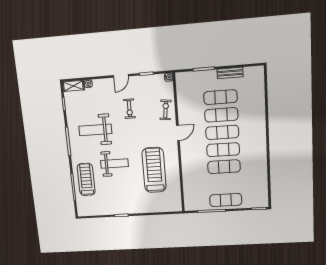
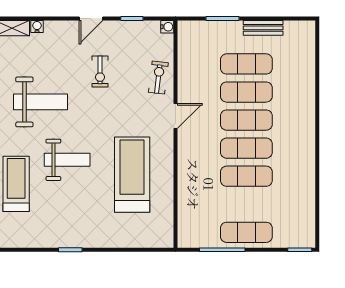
weight bench: (95, 130) -> (40, 102), turned 180

